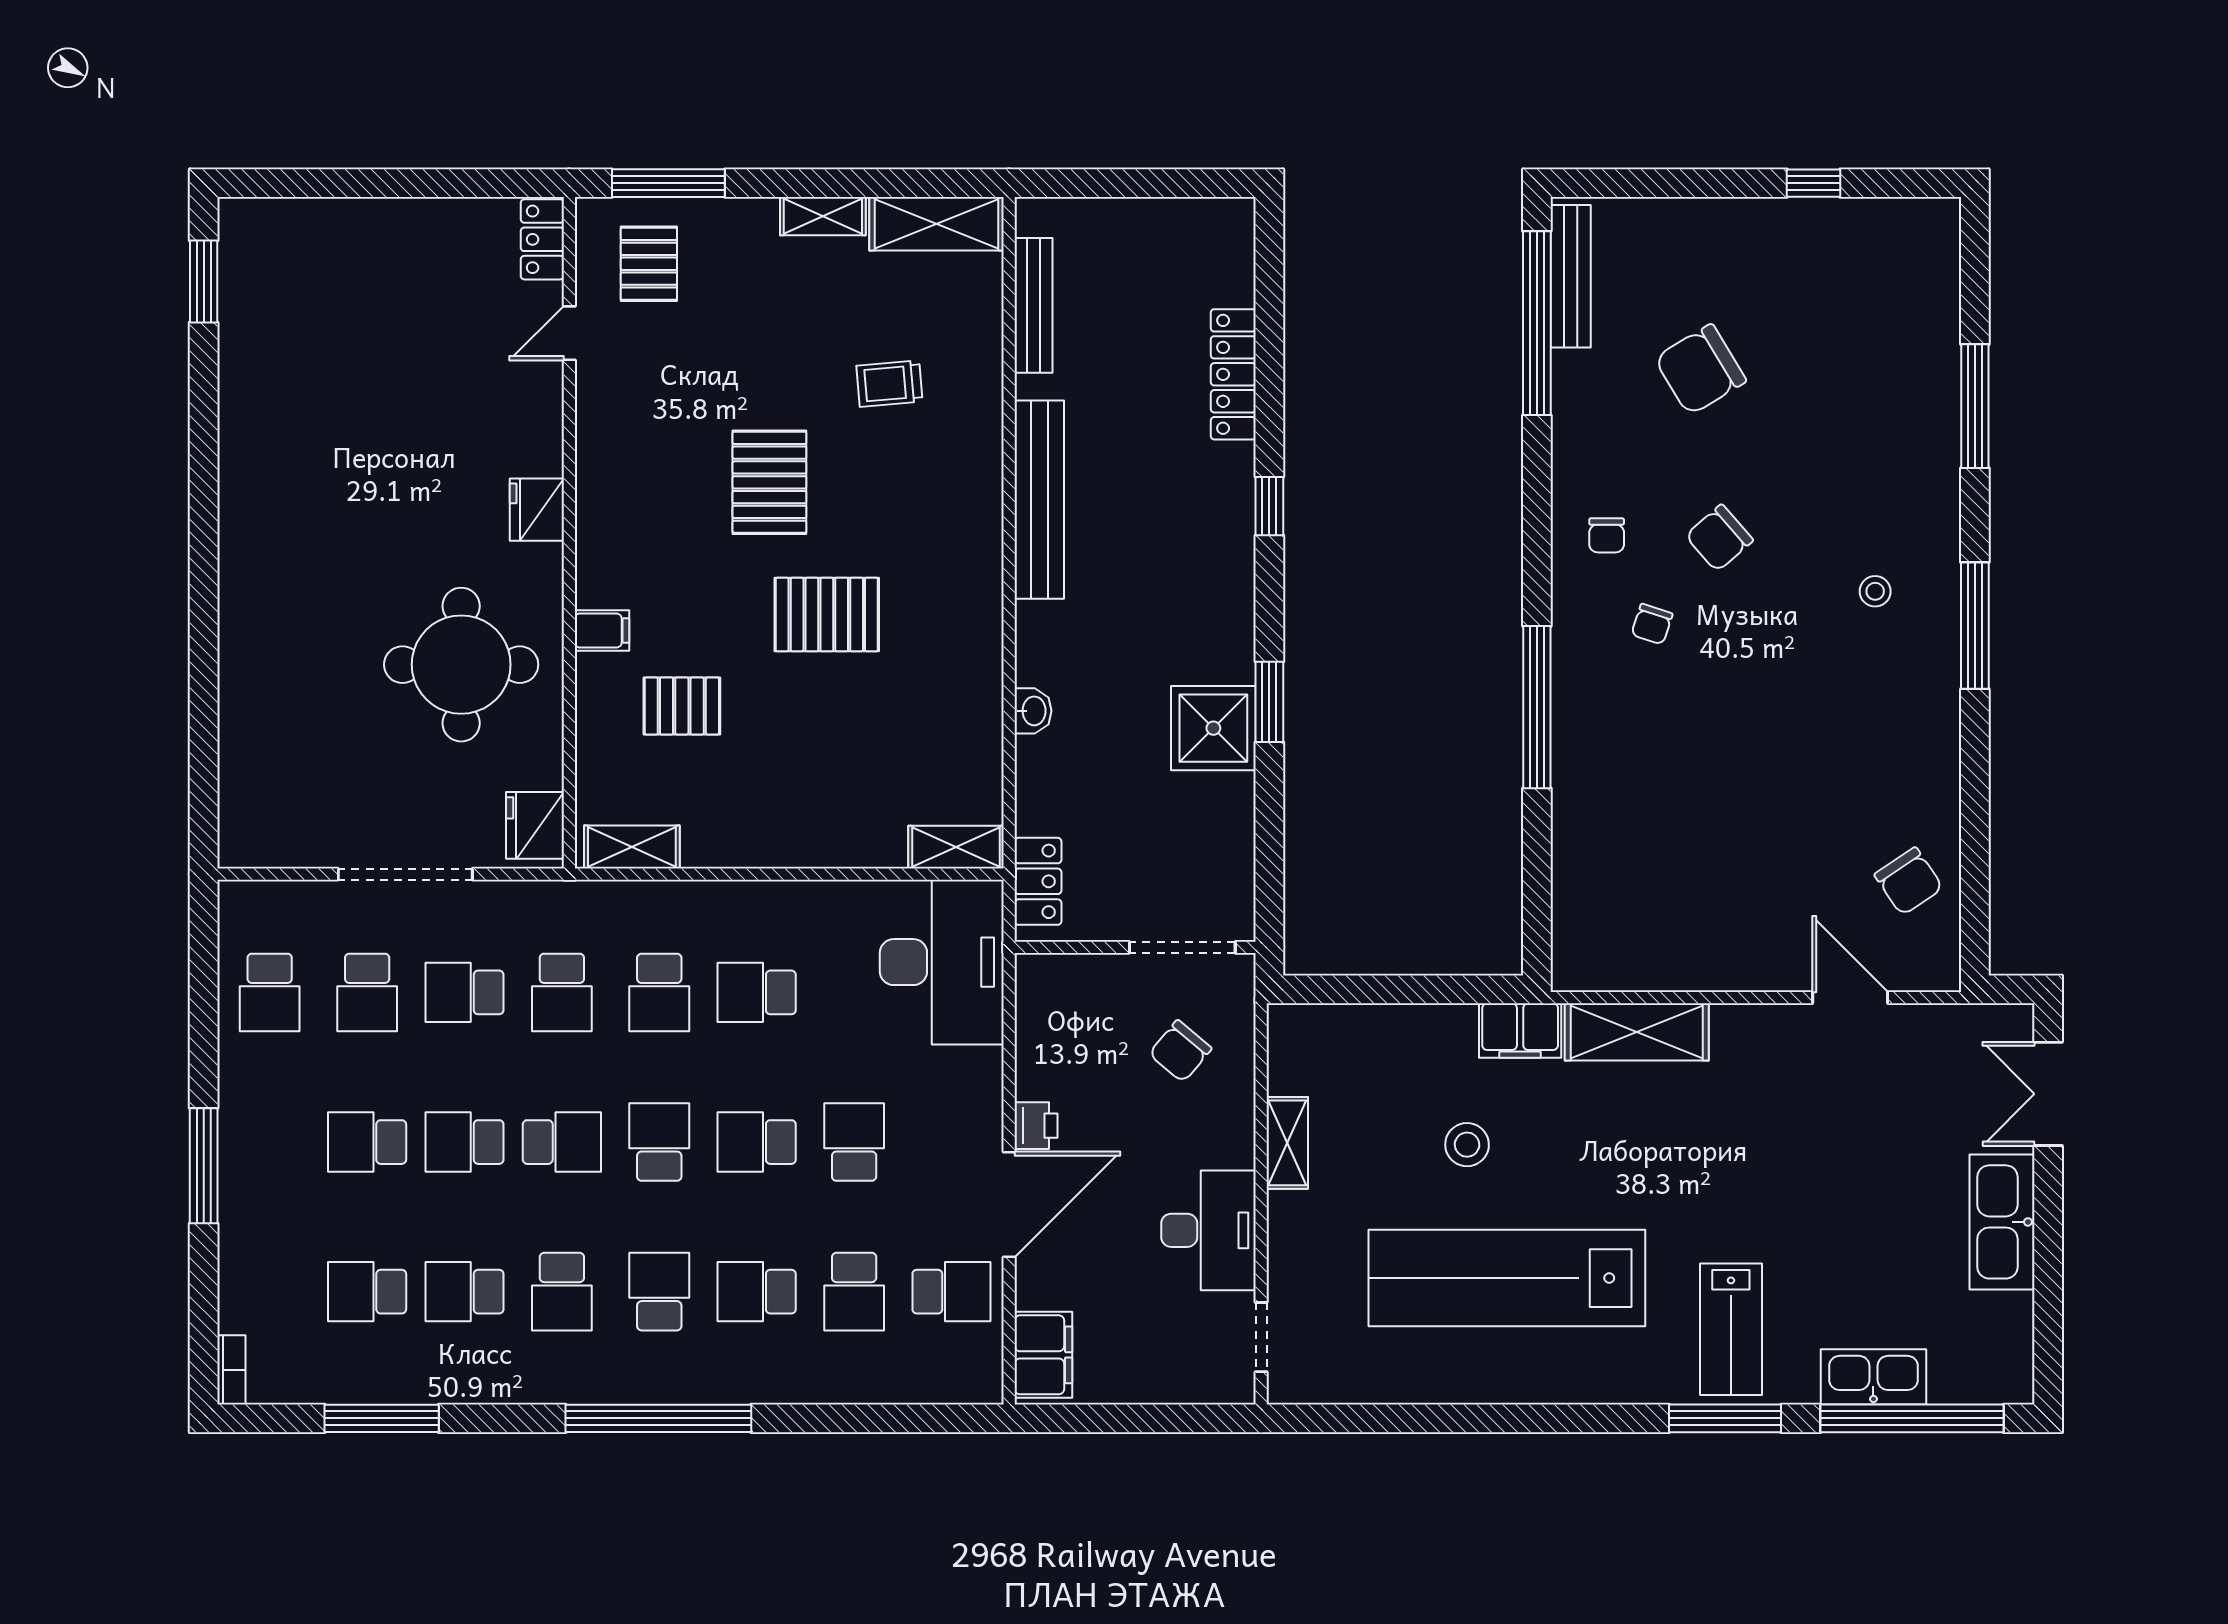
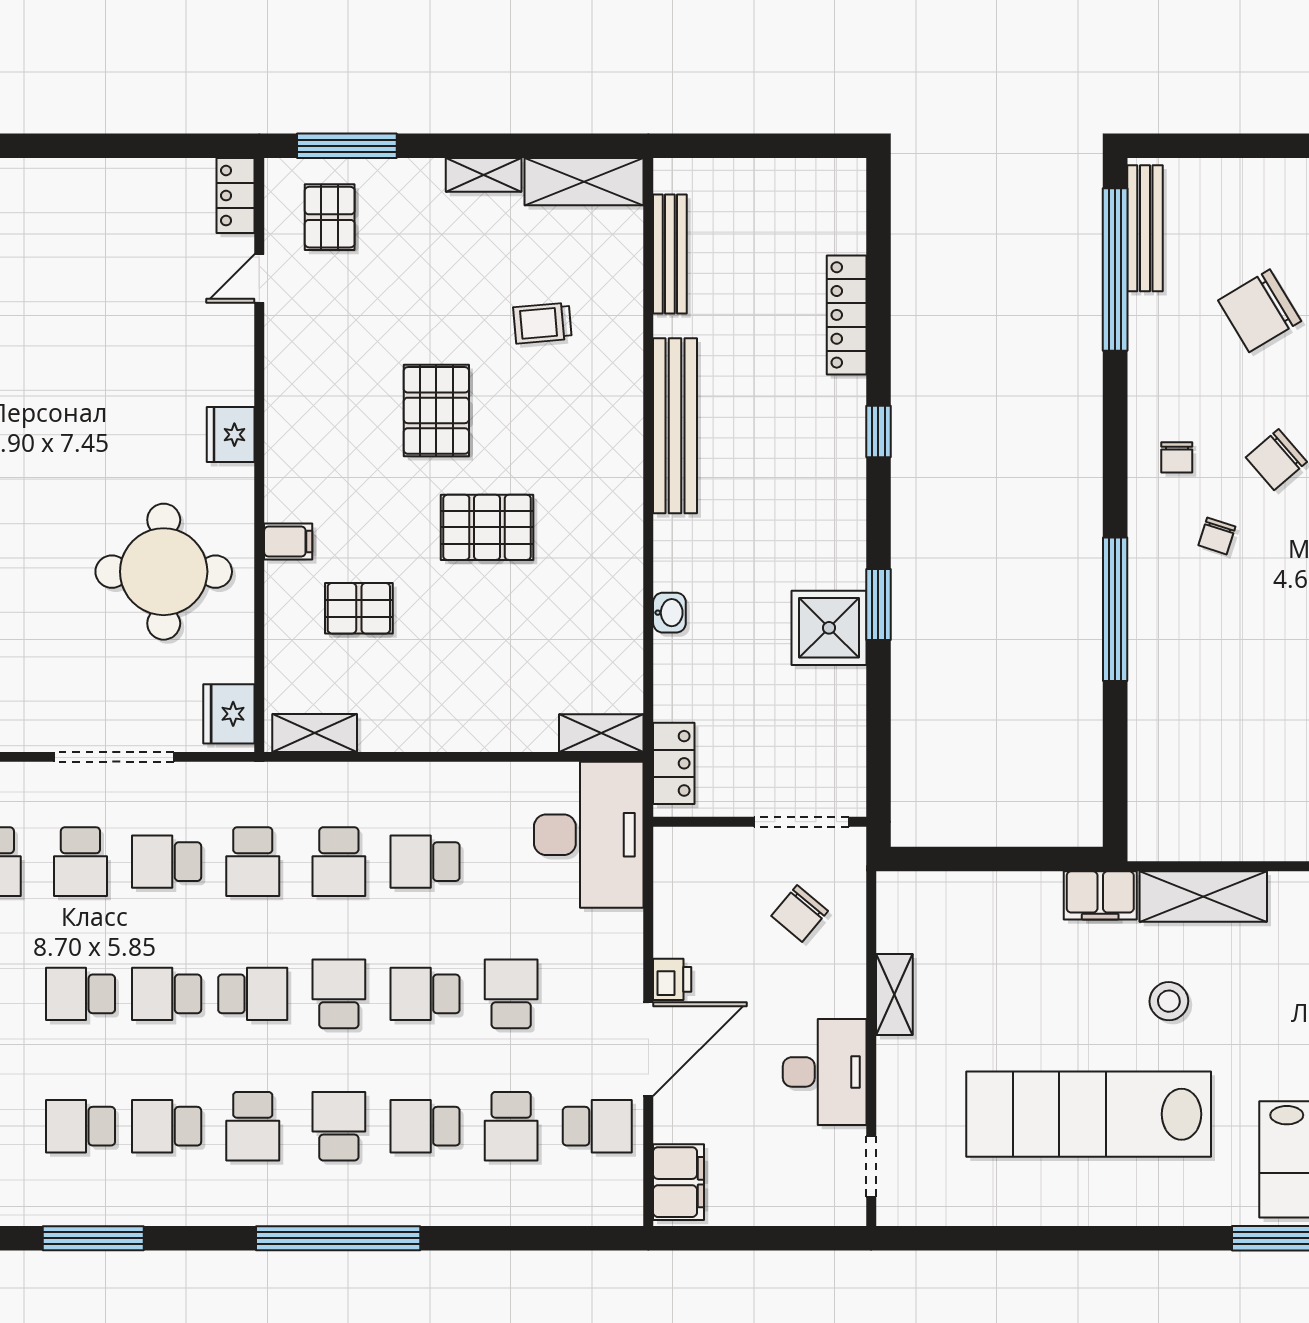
stool: (1467, 1145) -> (1169, 1001), moved

